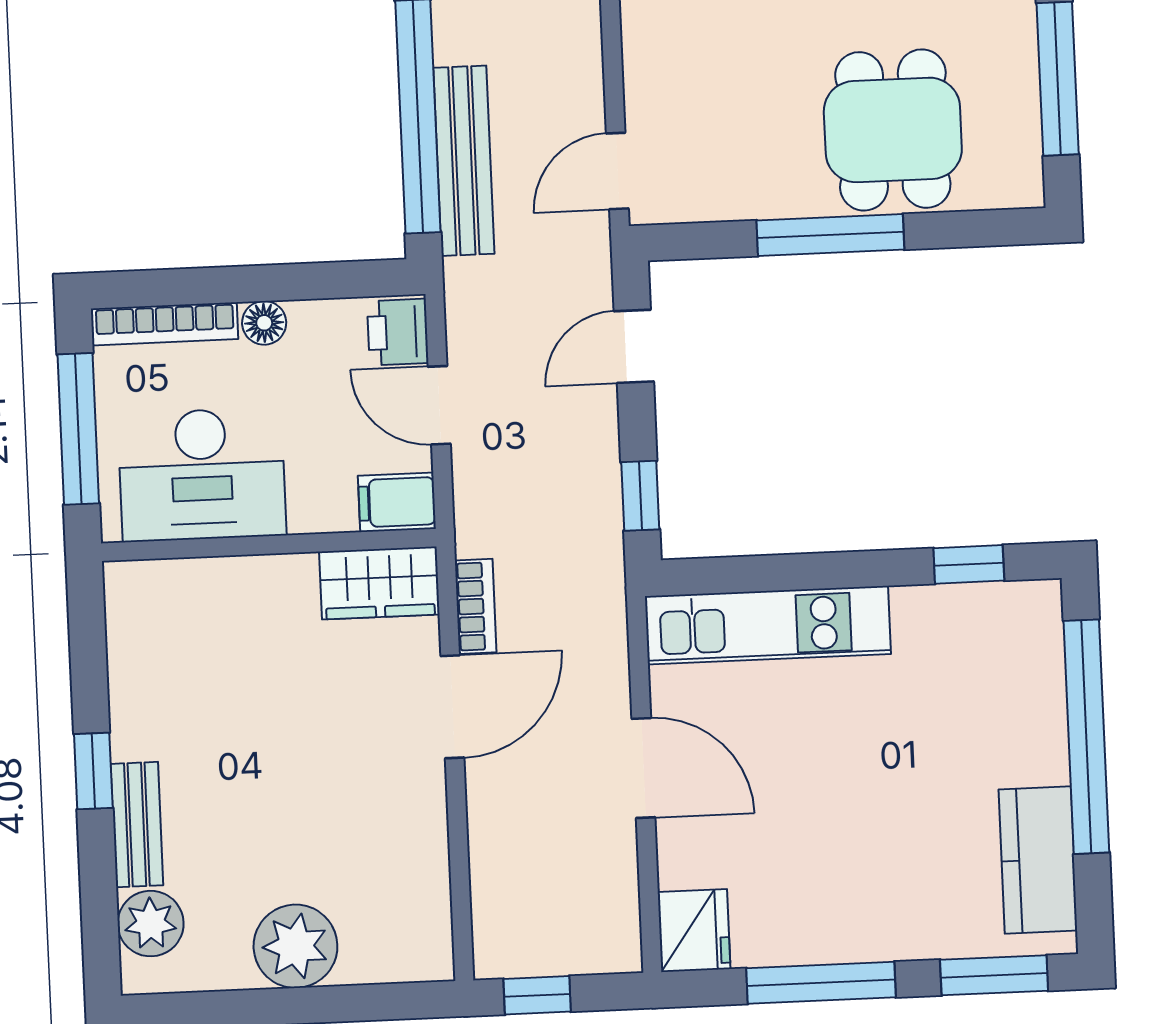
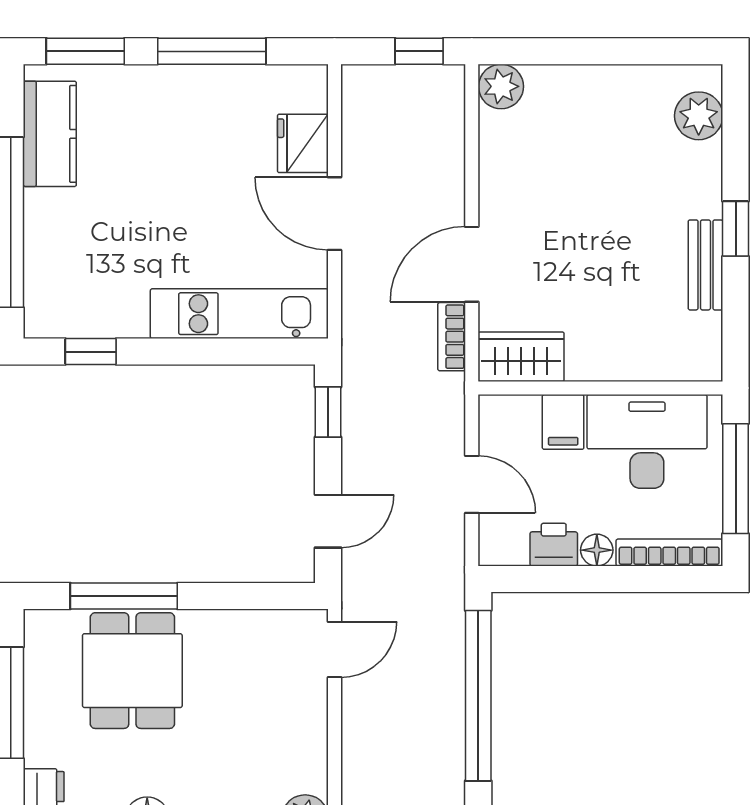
bench: (464, 161) -> (446, 662), removed
window: (830, 235) -> (124, 596), moved
printer: (398, 332) -> (554, 545), moved, turned -90
filing cabinet: (397, 502) -> (563, 422), moved, turned 90
bench: (137, 825) -> (705, 265), moved
fridge: (694, 930) -> (303, 143), moved
plant: (295, 946) -> (501, 86), moved, width x0.73, depth x0.73

